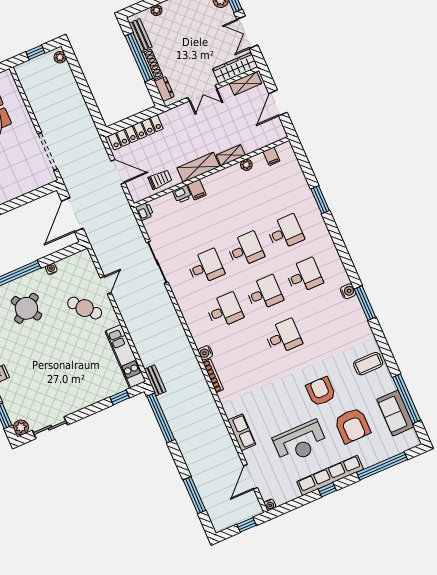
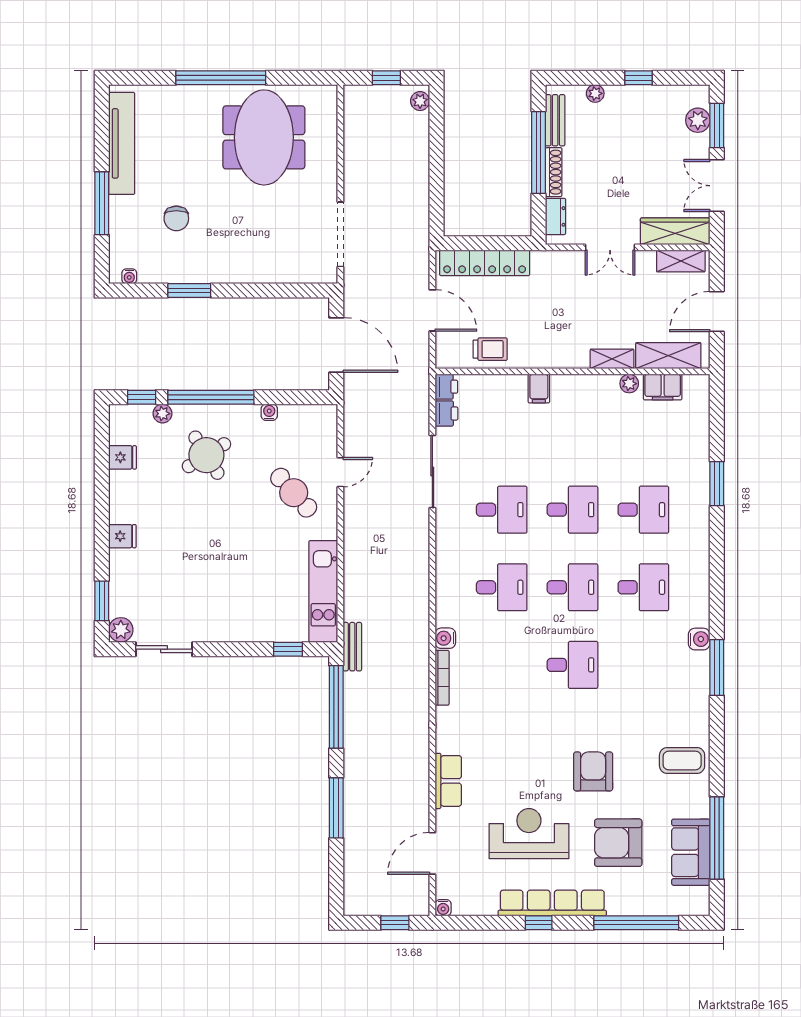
filing cabinet: (271, 156) -> (663, 387), width x2.00
shelving: (198, 167) -> (668, 356), moved
printer: (182, 194) -> (446, 414), moved, turned -90
door: (72, 215) -> (336, 345), swing flipped
armchair: (352, 425) -> (618, 843), turned 90
reception desk: (300, 442) -> (529, 834), turned 180
window: (194, 495) -> (336, 808), moved

